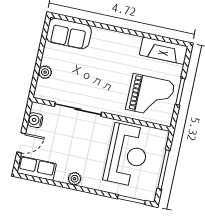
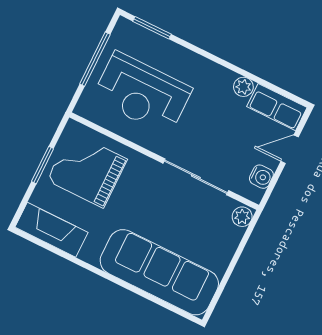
sofa: (69, 33) -> (159, 272), width x1.85, depth x1.27
plant: (45, 72) -> (242, 217), moved
reception desk: (127, 155) -> (142, 93), turned -90
plant: (75, 179) -> (243, 87), moved

